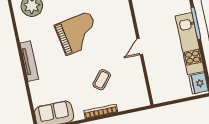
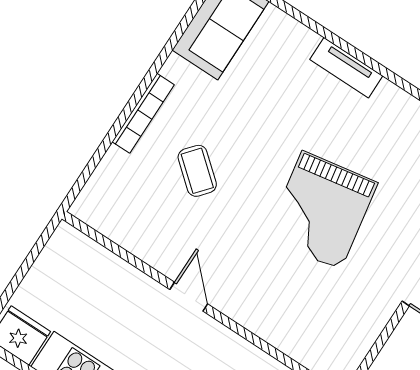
tv unit: (29, 61) -> (346, 68), width x0.71

